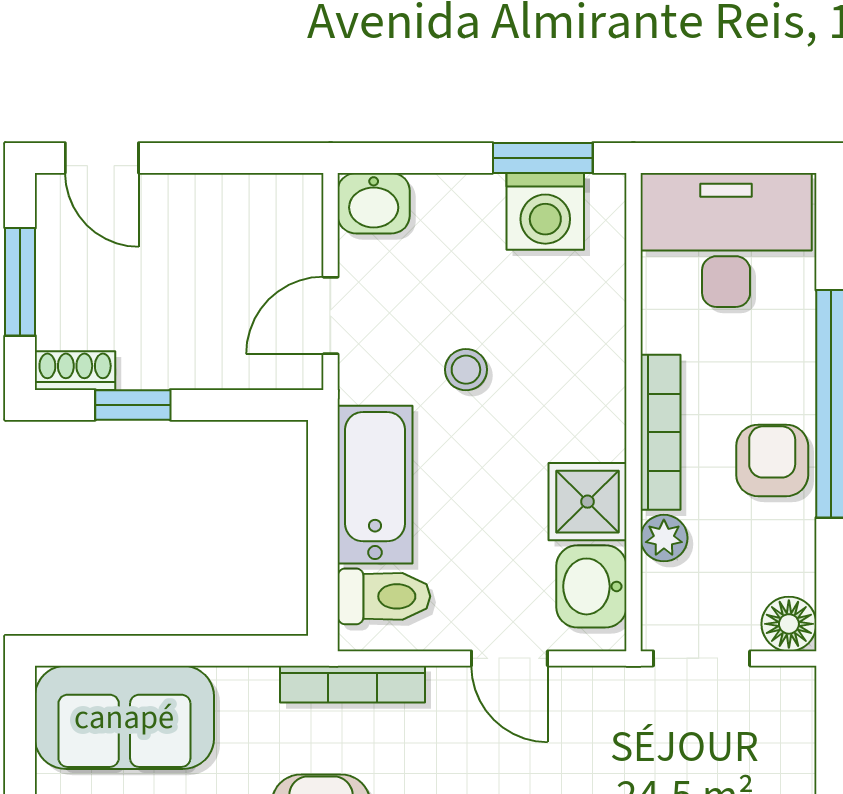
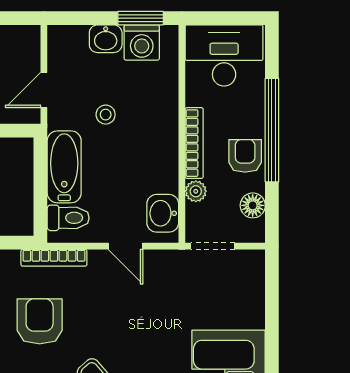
washbasin: (374, 203) -> (106, 39), moved
shower: (588, 502) -> (161, 175), removed
floor lamp: (789, 624) -> (253, 205), moved

